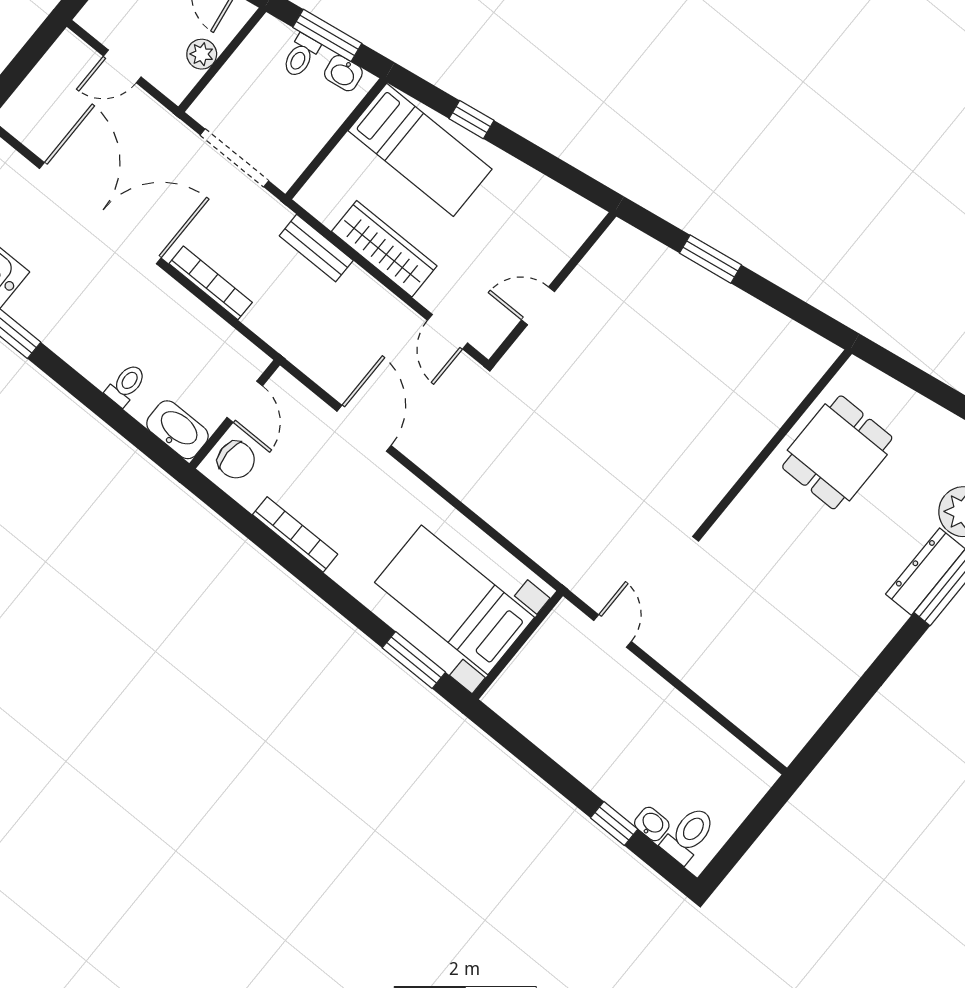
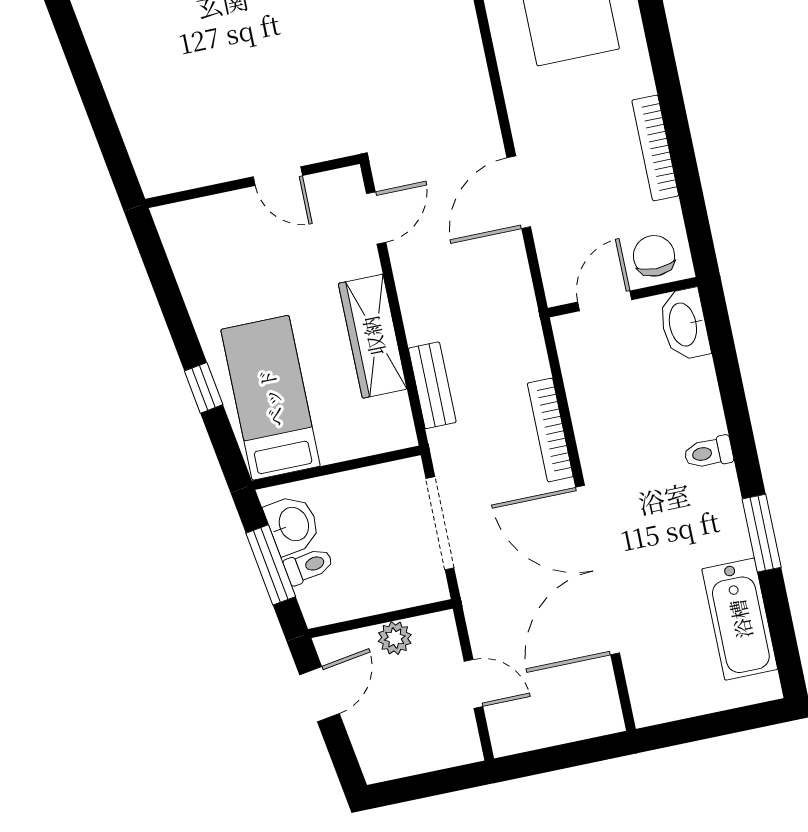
washbasin: (343, 73) -> (293, 525), width x1.38, depth x1.45
window: (711, 259) -> (93, 94), removed
toilet: (126, 385) -> (708, 453), moved

